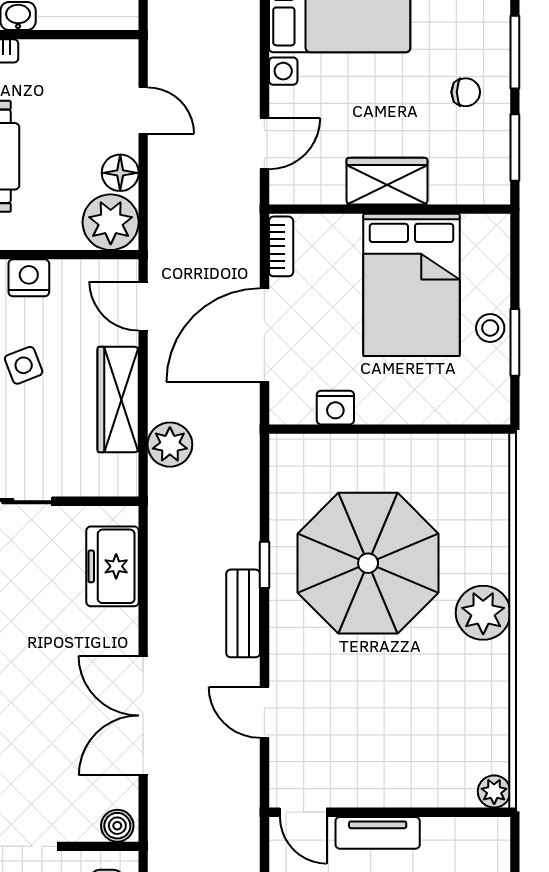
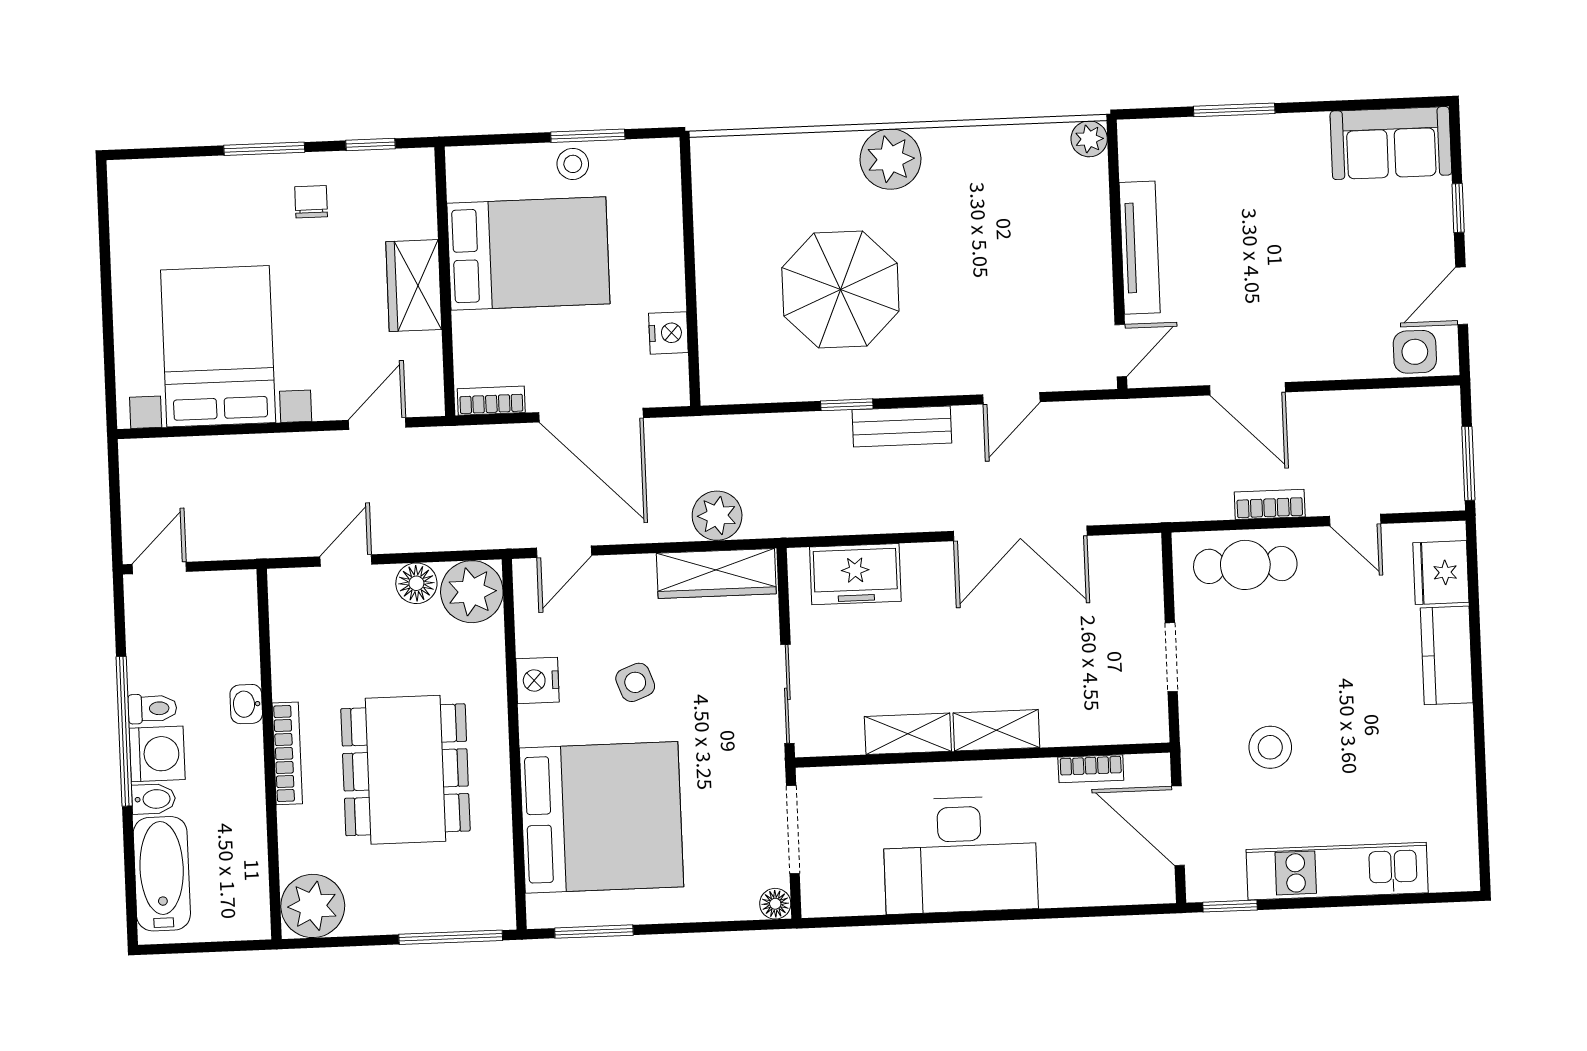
door: (264, 143) -> (377, 424), hinge flipped
window: (515, 148) -> (371, 145), width x0.67
wardrobe: (118, 399) -> (716, 574), moved
parasol: (368, 563) -> (840, 290), width x0.73, depth x0.73
boiler: (117, 826) -> (1144, 557), removed
tv unit: (378, 833) -> (1140, 248), width x1.41

